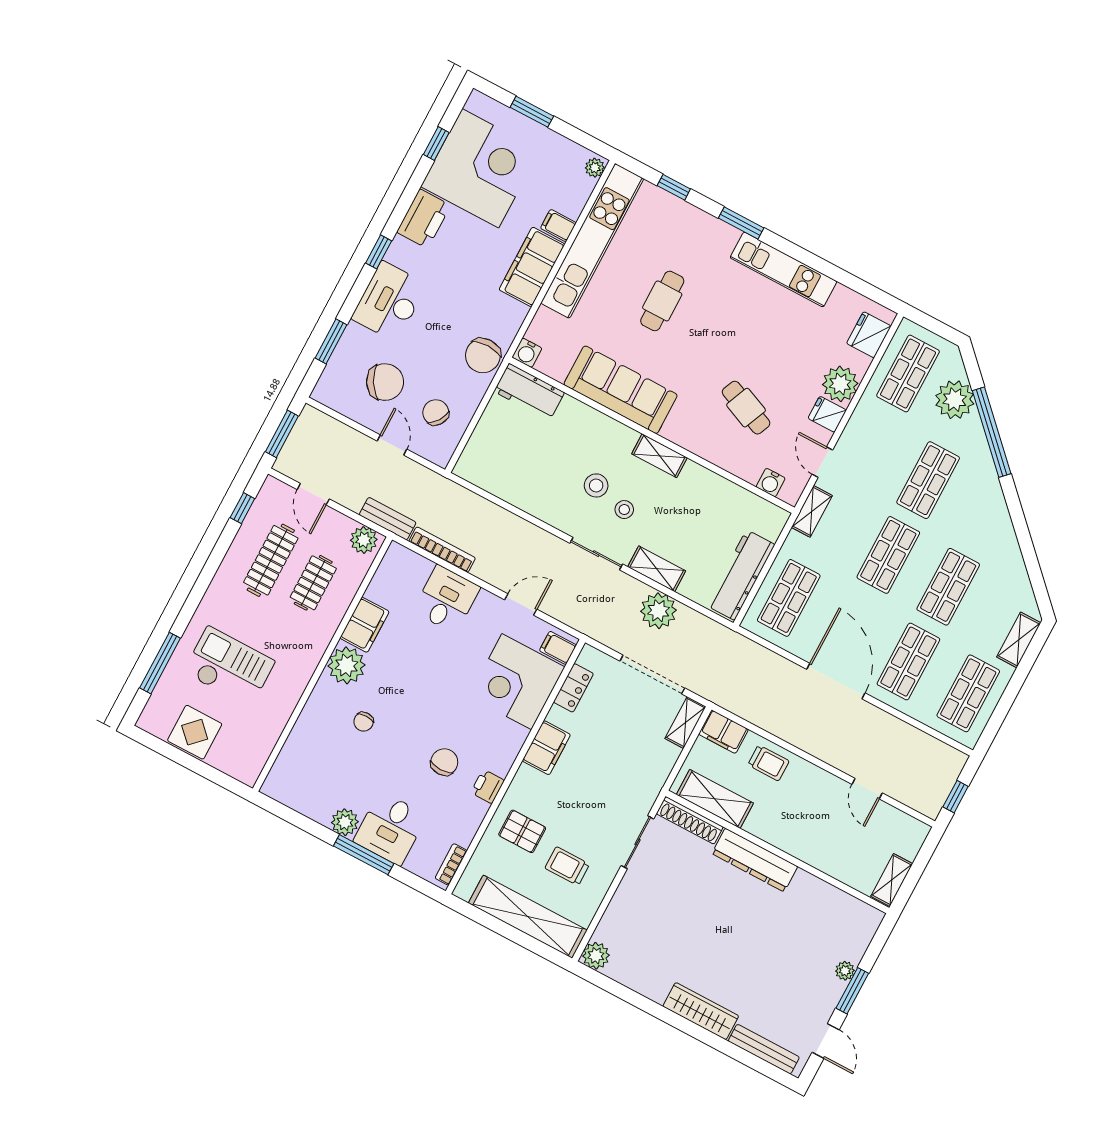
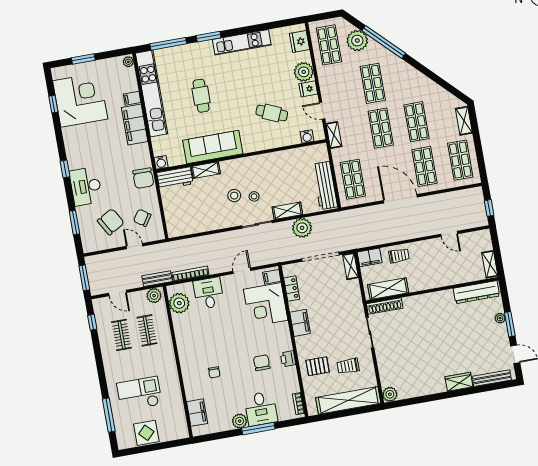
window: (674, 187) -> (168, 44), width x2.17
printer: (424, 219) -> (73, 140), removed
shelving: (659, 456) -> (206, 170), moved
clothes rail: (271, 560) -> (122, 335), width x0.73
filing cabinet: (365, 625) -> (197, 413), moved
plant: (346, 665) -> (179, 303), moved
dresser: (755, 860) -> (476, 292), moved
wardrobe: (701, 1011) -> (459, 382), width x0.67

